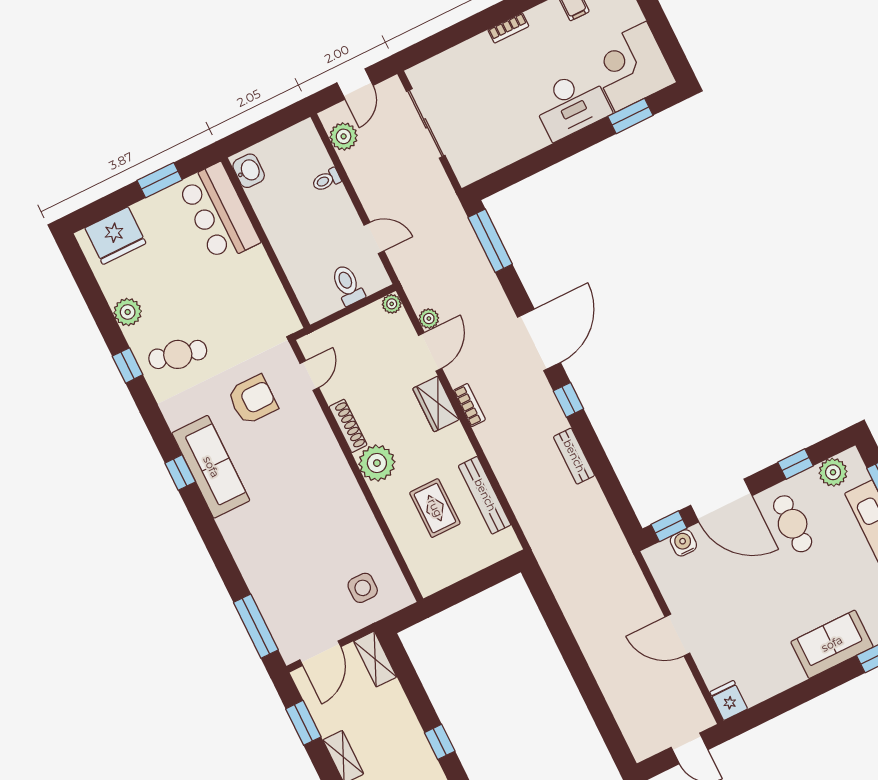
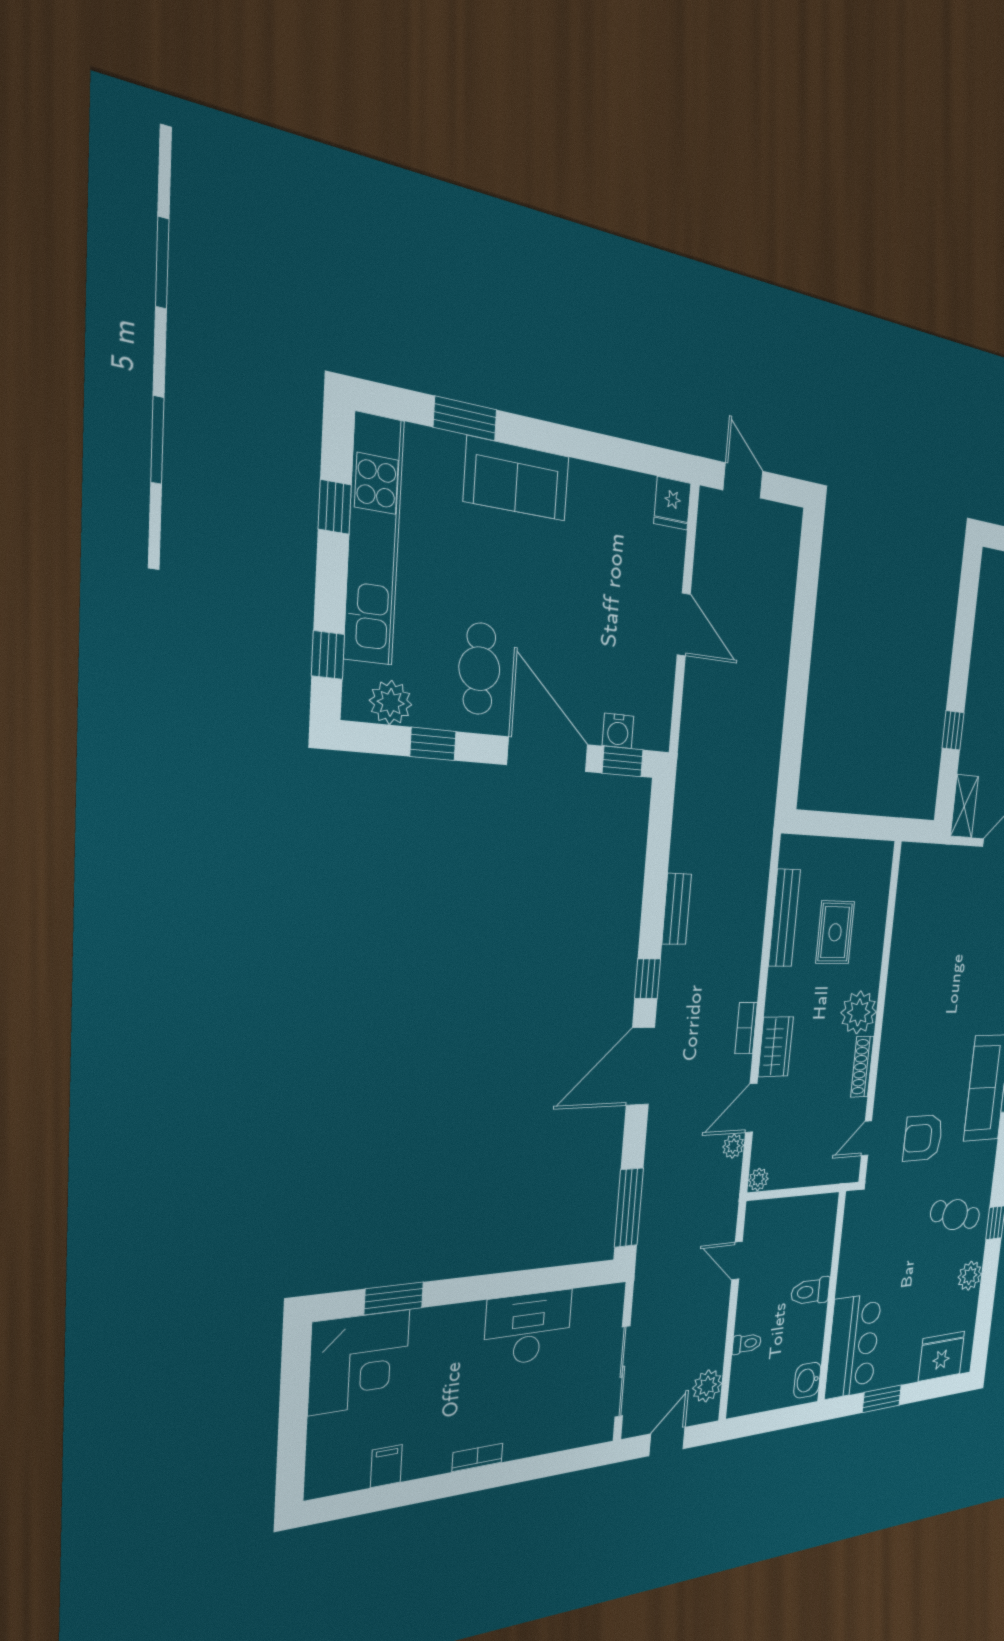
desk: (571, 104) -> (528, 1328), moved
toilet: (348, 285) -> (810, 1291), moved, turned 90
side table: (363, 588) -> (937, 888), removed
window: (440, 742) -> (953, 730), moved

